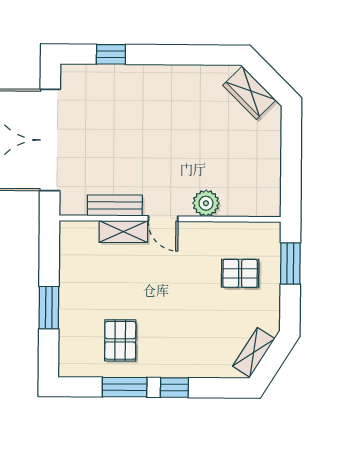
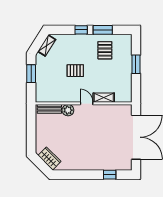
bench: (115, 205) -> (49, 109), moved
window: (290, 264) -> (31, 74), moved
pallet: (240, 273) -> (75, 71), moved

